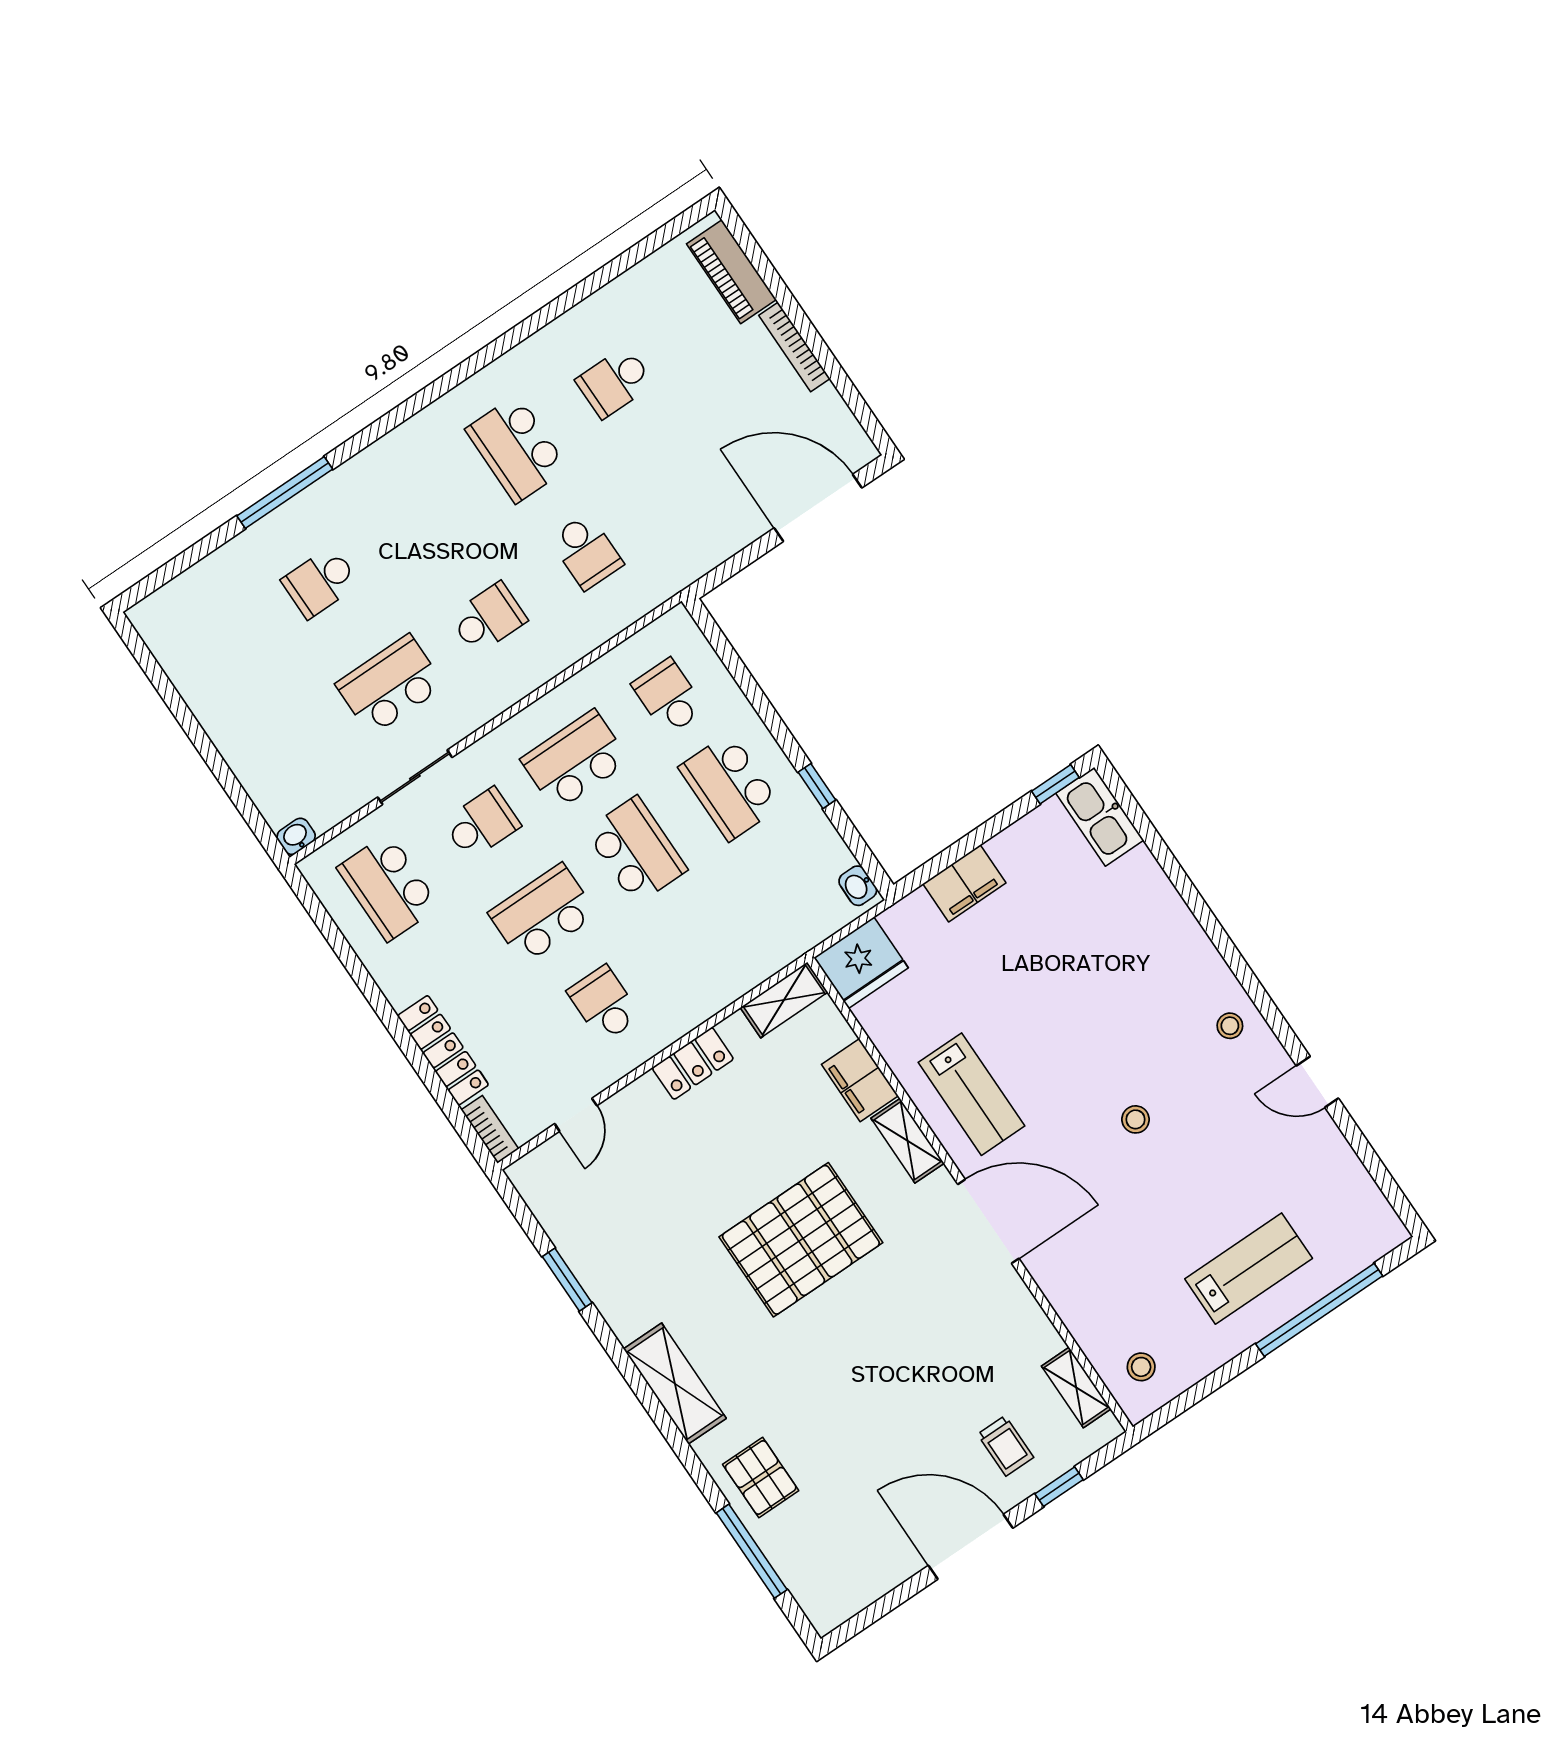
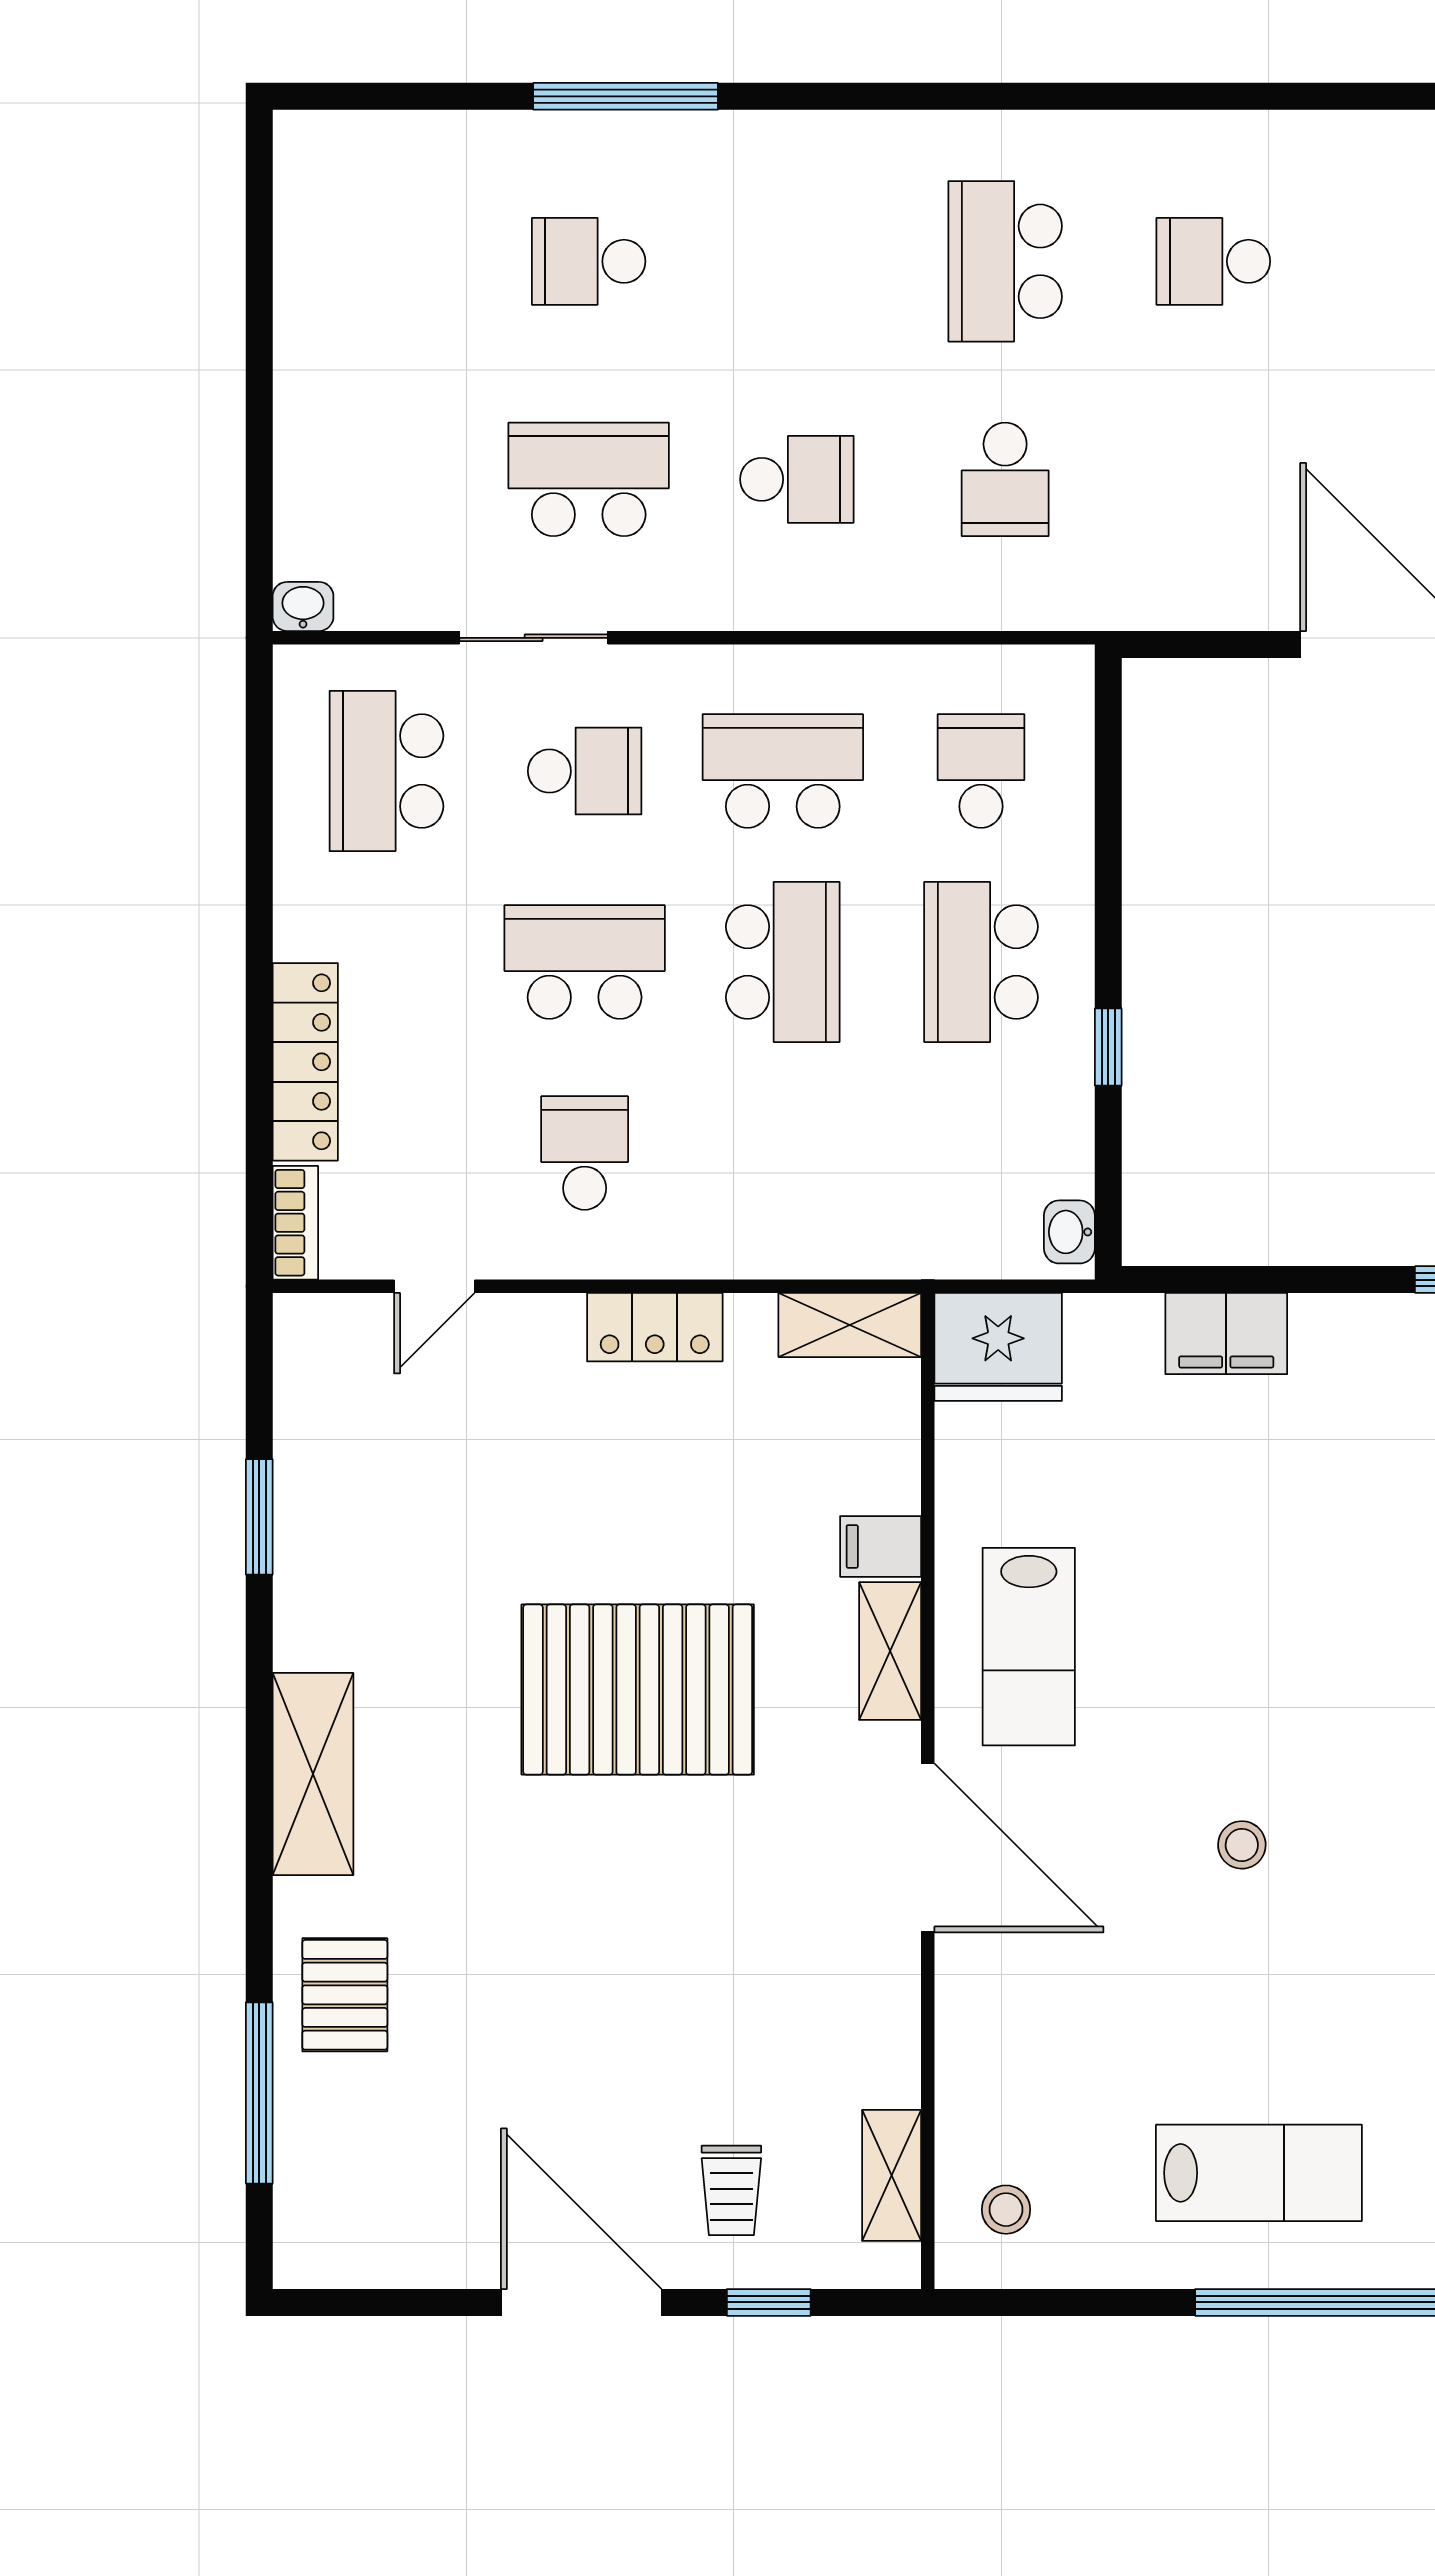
filing cabinet: (860, 1080) -> (881, 1546), width x0.50

